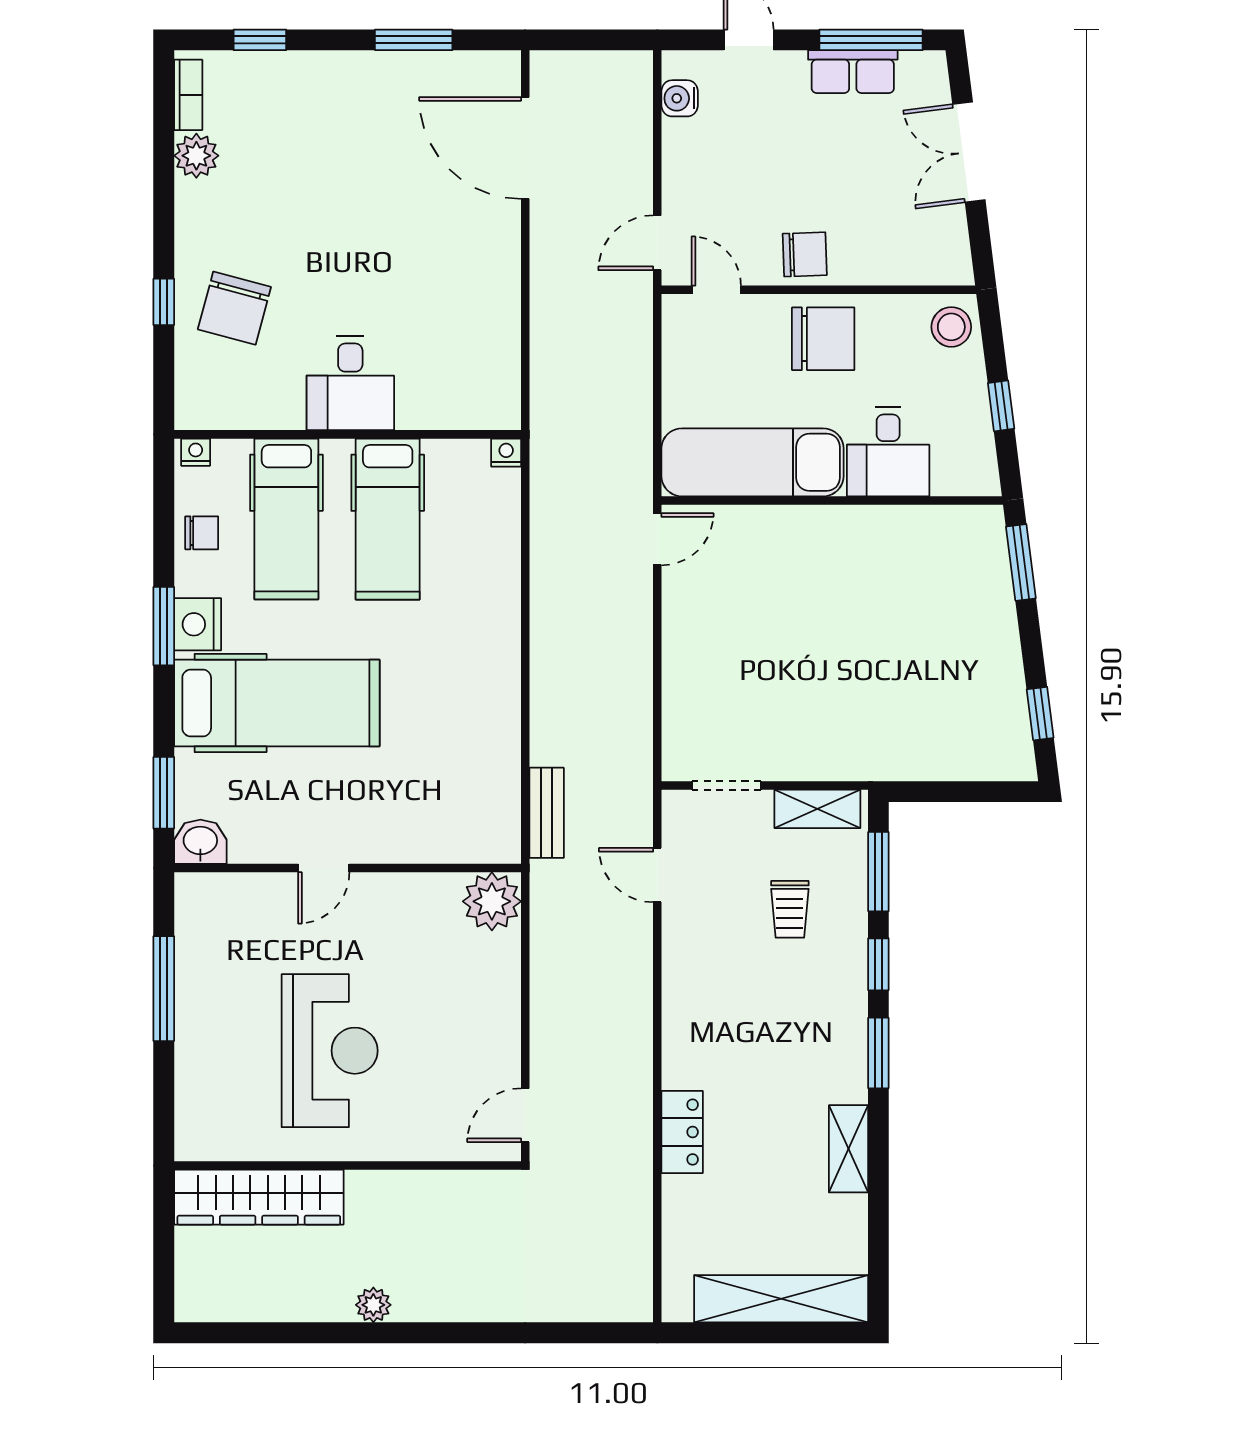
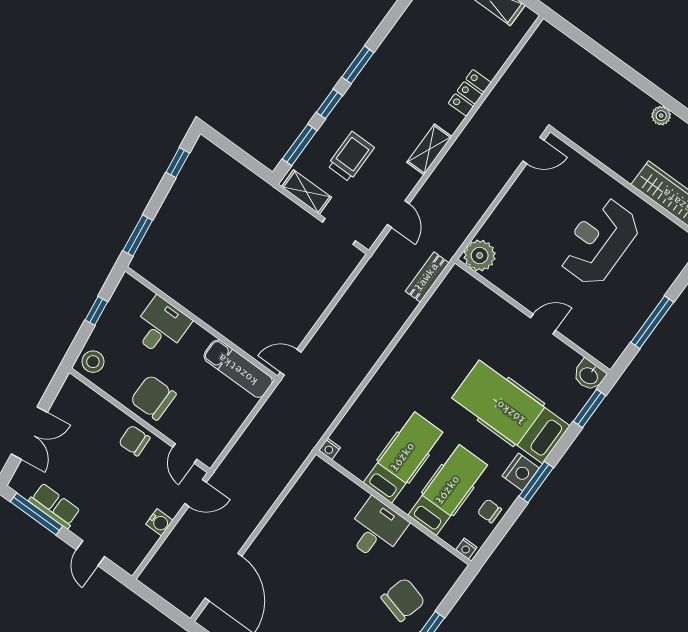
water cooler: (680, 98) -> (159, 522), moved
exam couch: (752, 462) -> (238, 369), width x0.73, depth x0.69
trolley: (790, 909) -> (351, 157), width x1.36, depth x1.39
shelving: (848, 1149) -> (429, 149), moved

